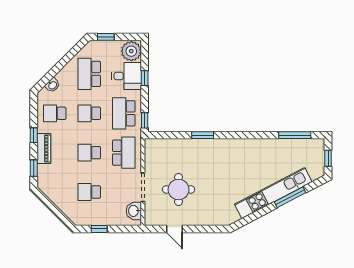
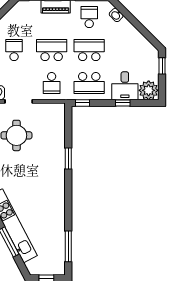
school desk: (89, 74) -> (127, 50), removed
school desk: (89, 113) -> (89, 50), width x1.85
school desk: (124, 113) -> (89, 83), turned 180
school desk: (89, 153) -> (52, 50), width x1.85
school desk: (124, 153) -> (52, 83), width x0.54

